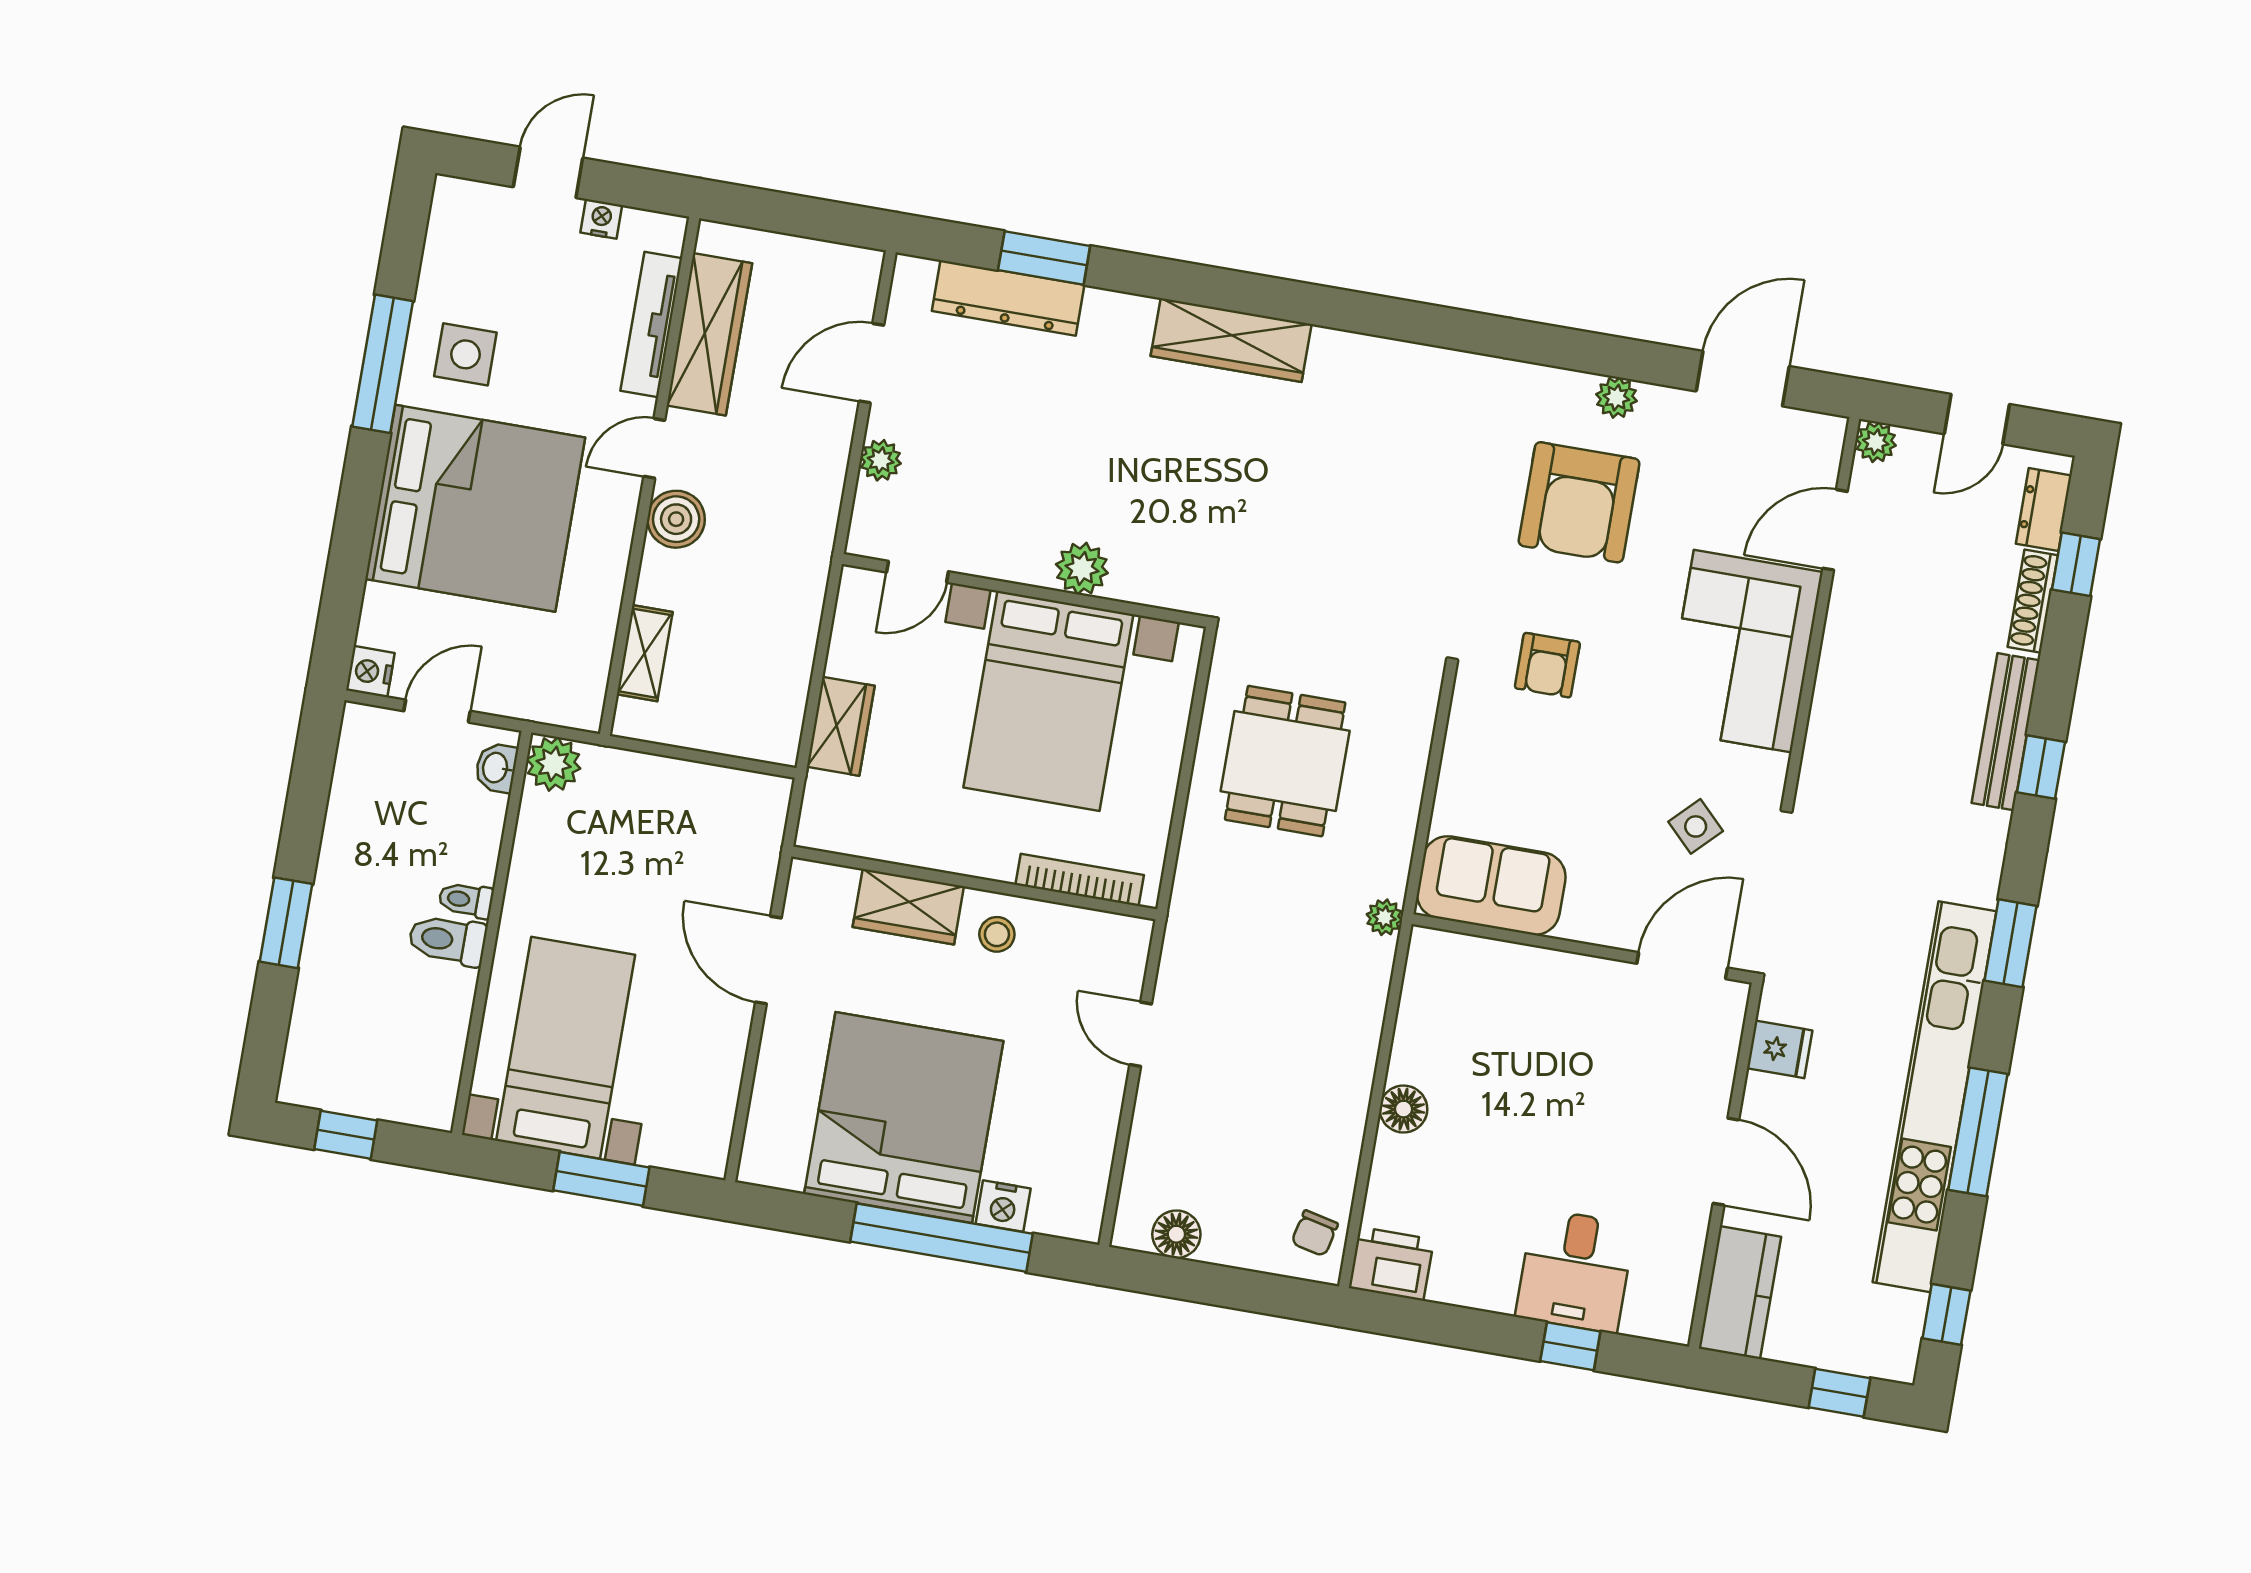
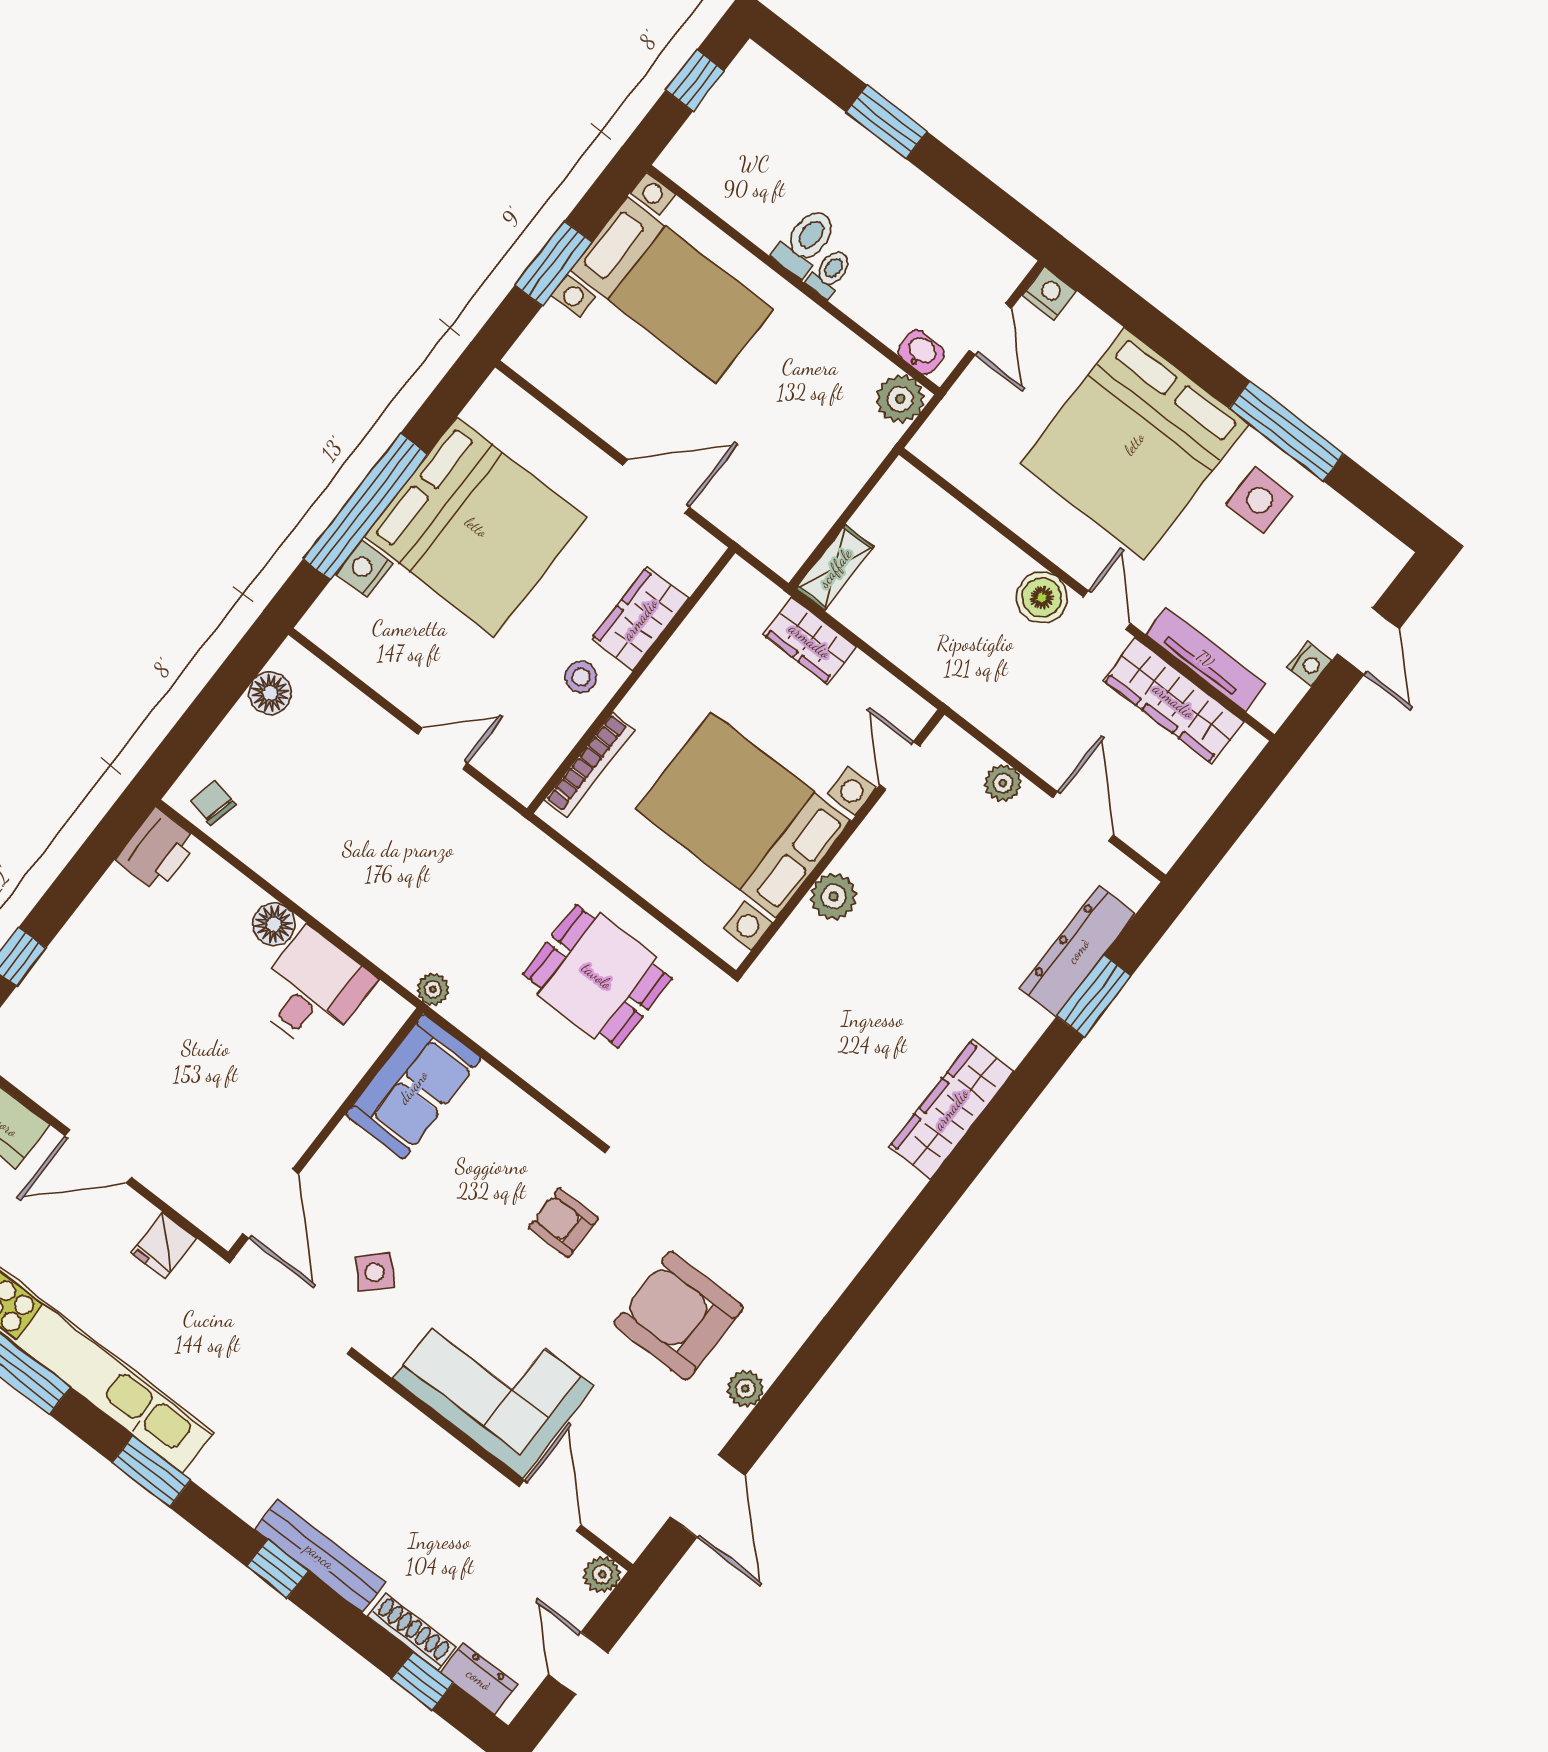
shelving: (645, 653) -> (835, 568), moved, turned 90
desk: (1575, 1271) -> (312, 990), moved, turned 90

